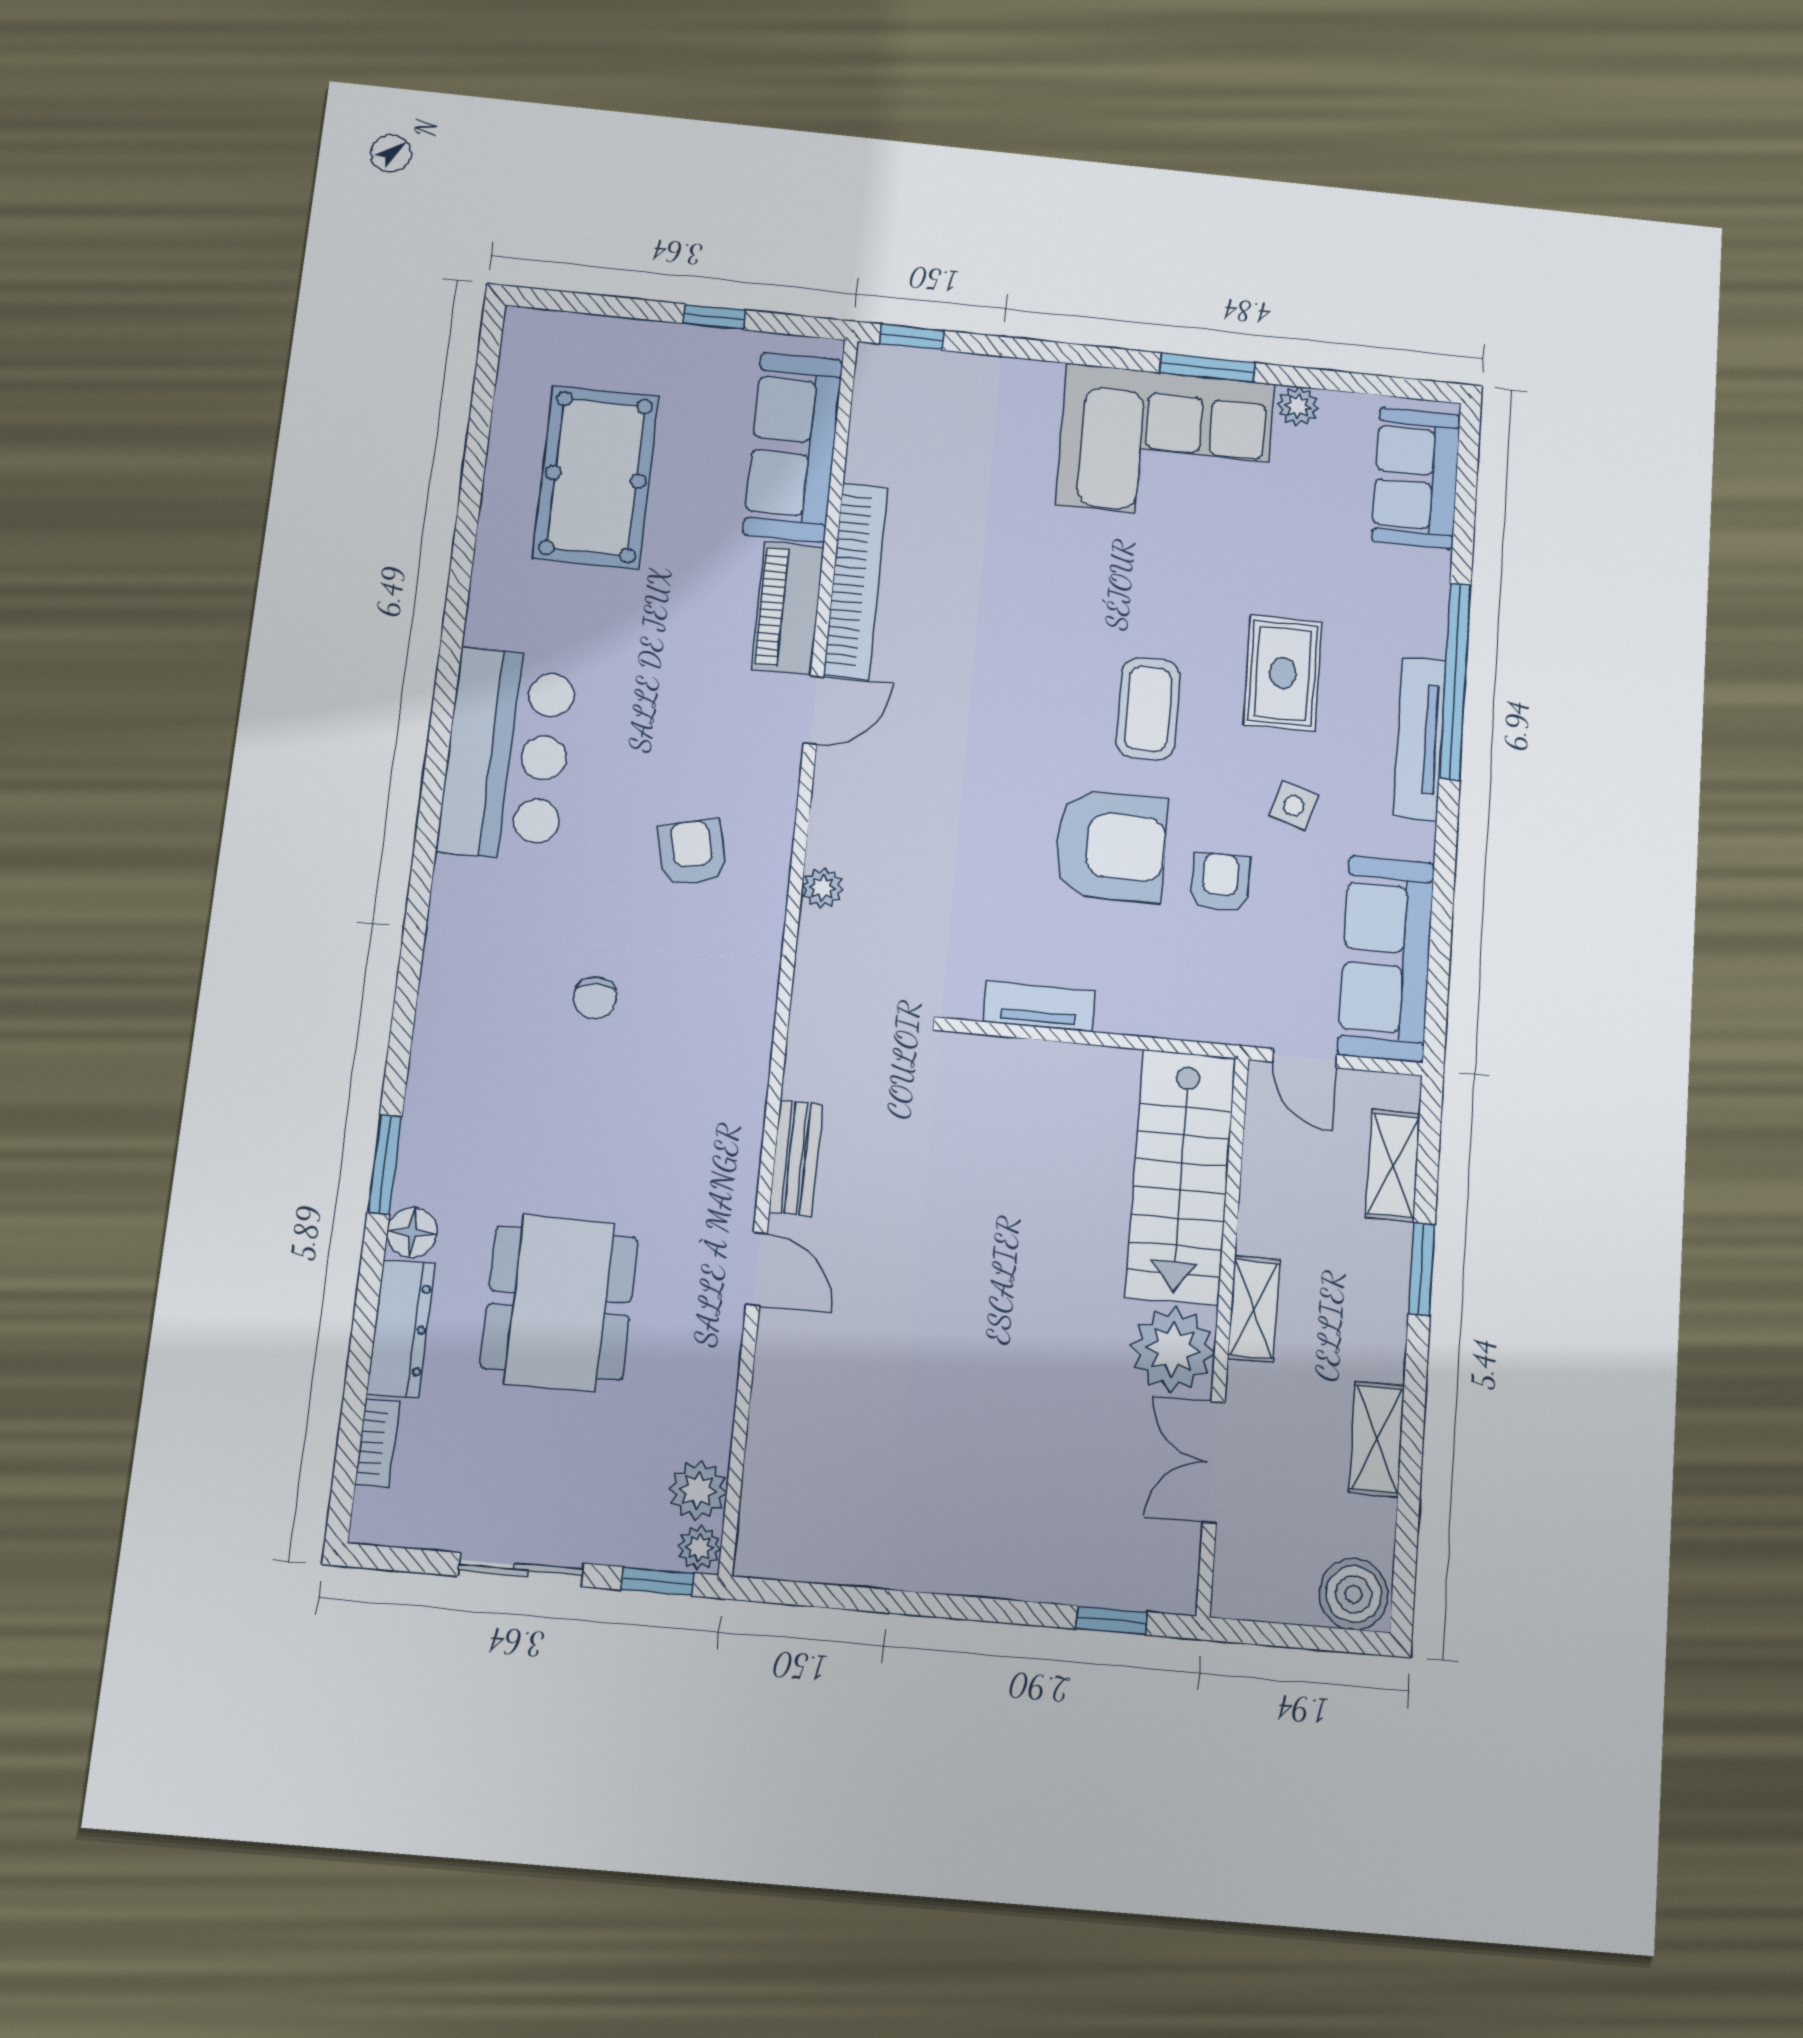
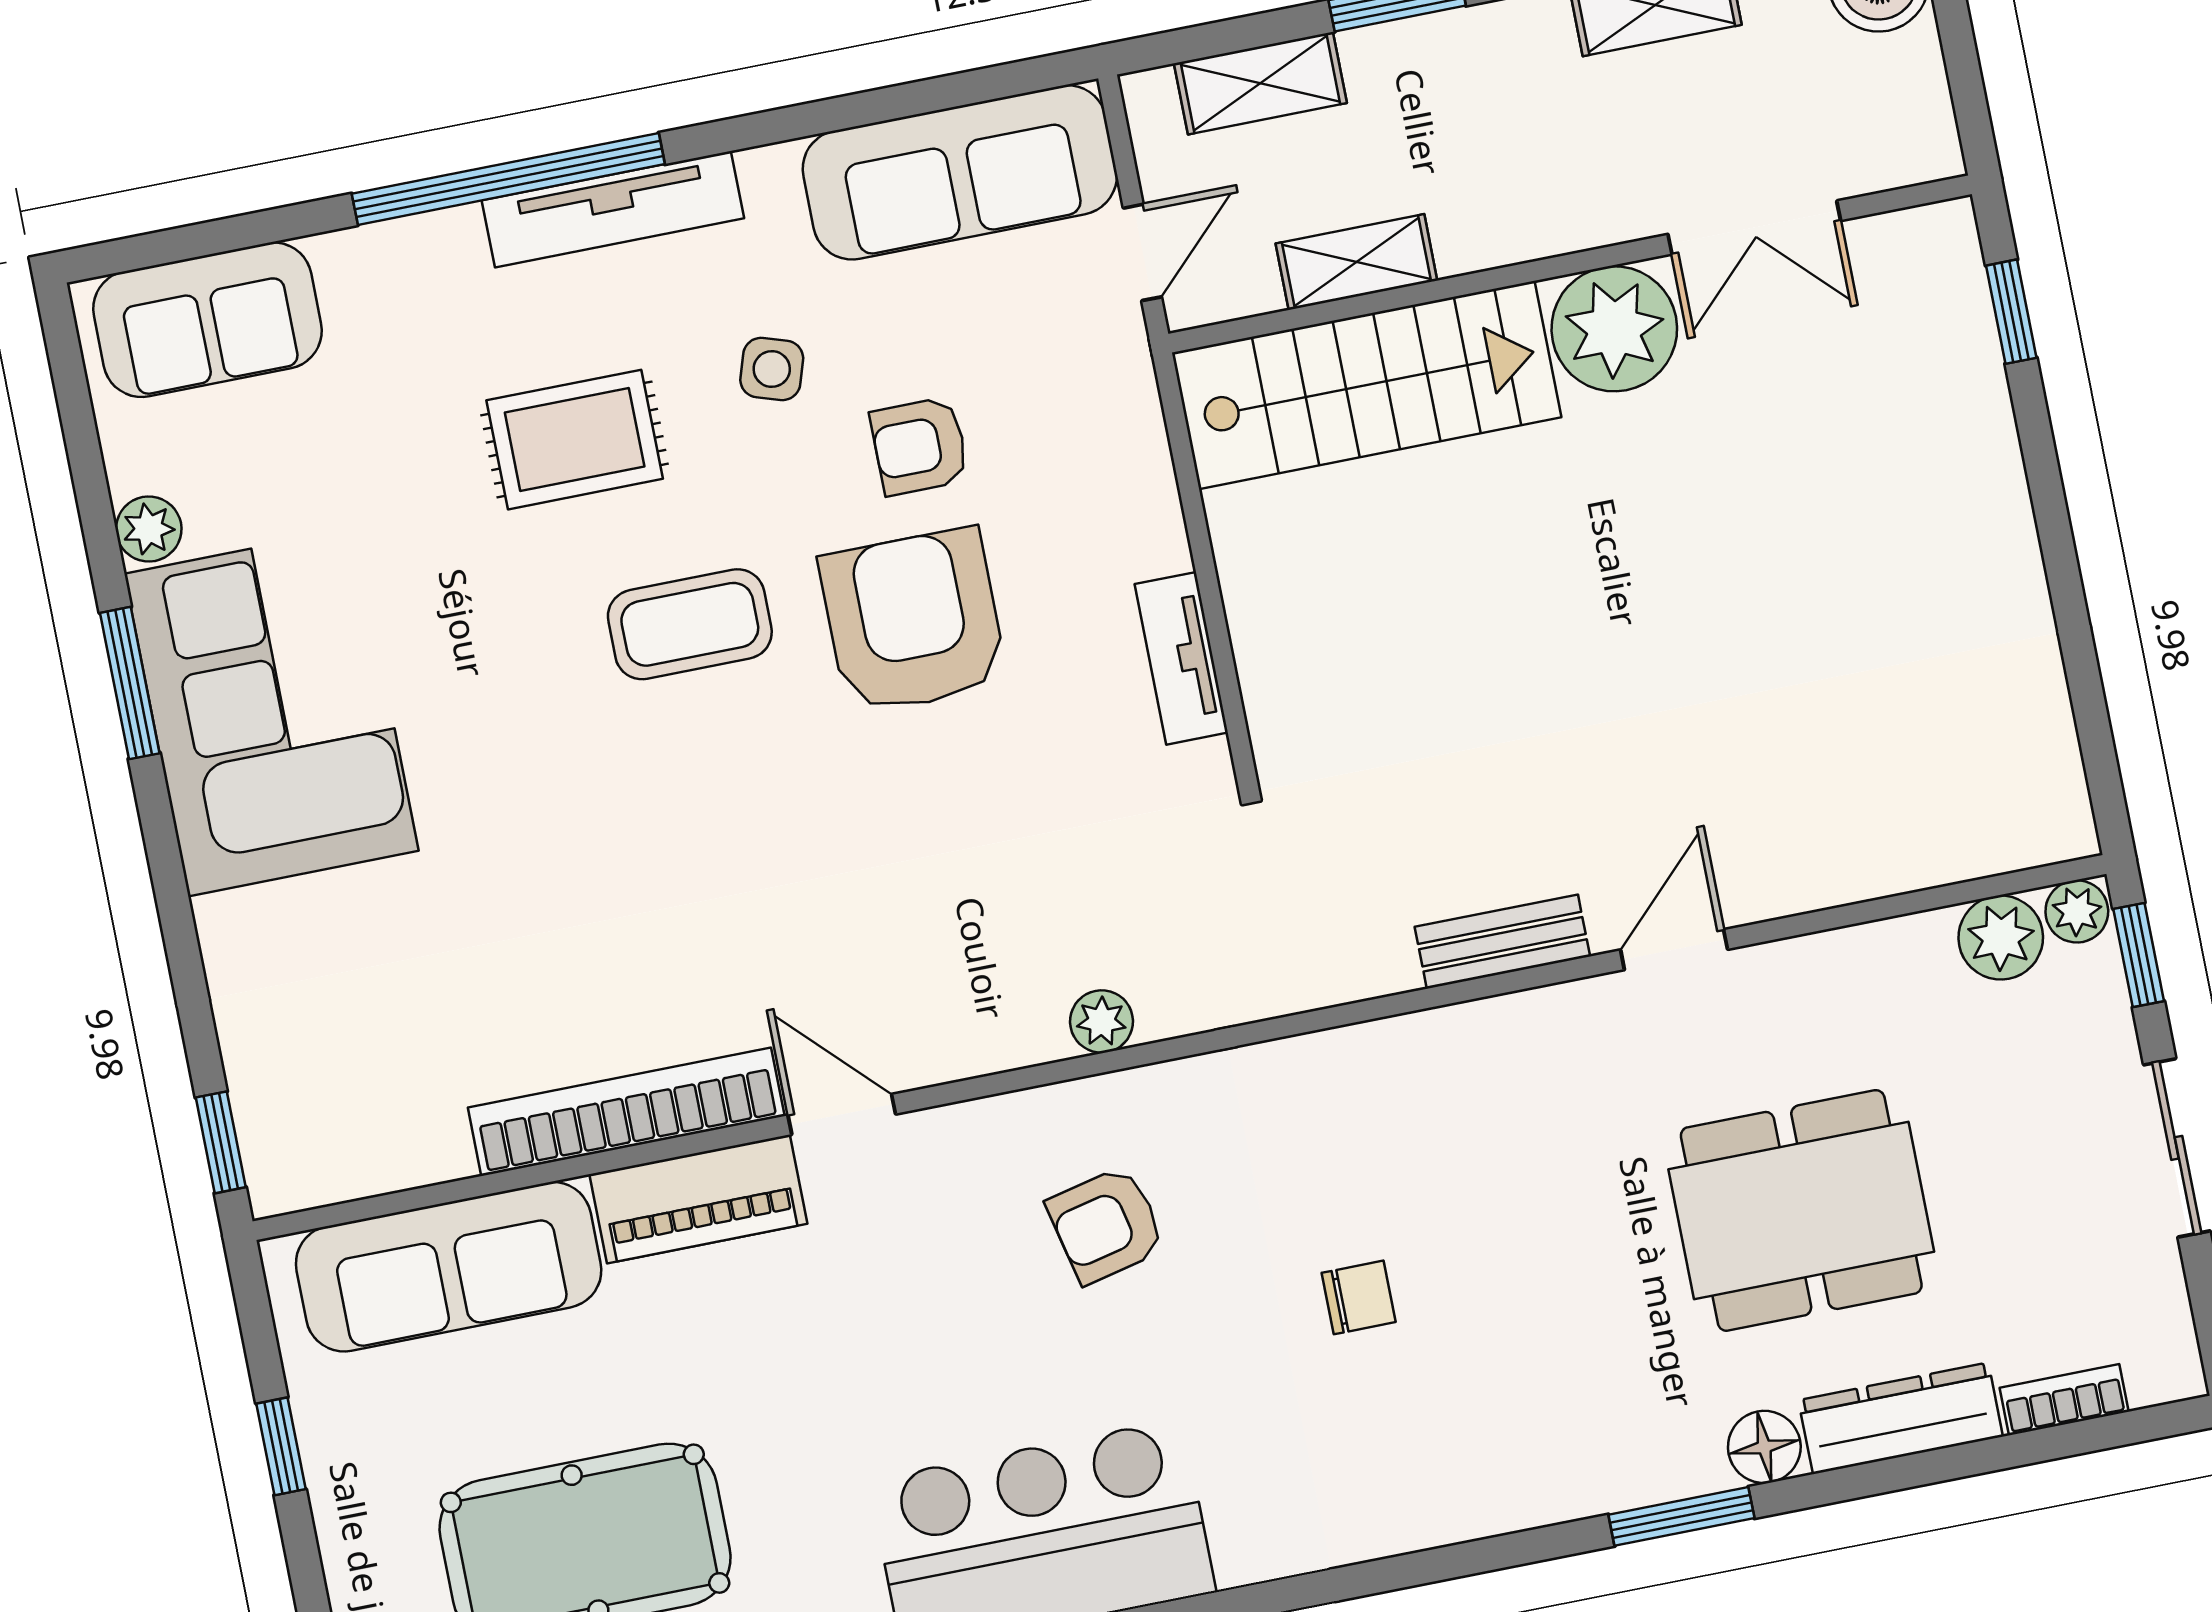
shelving: (1254, 1309) -> (1356, 262), moved

